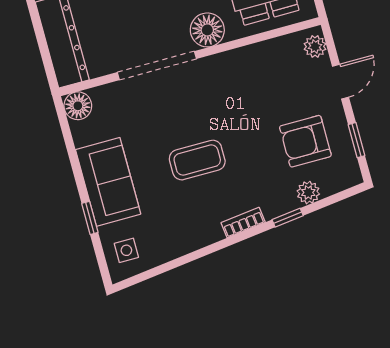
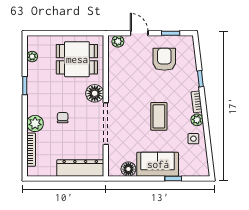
floor lamp: (78, 106) -> (128, 169), moved
armchair: (305, 141) -> (164, 59), turned 180
plant: (308, 193) -> (197, 120), moved
side table: (126, 250) -> (193, 139), moved

